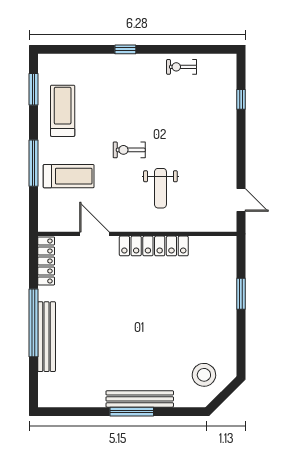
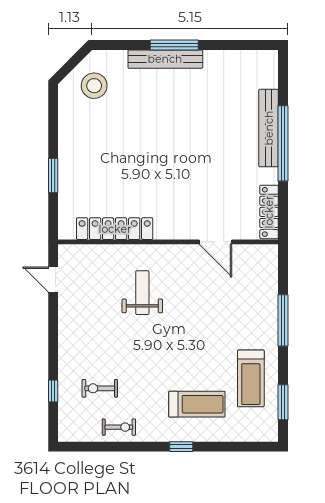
exercise bike: (129, 150) -> (100, 388), moved, turned 180
treadmill: (69, 176) -> (197, 404), moved, turned 180
locker: (154, 246) -> (115, 229), moved

